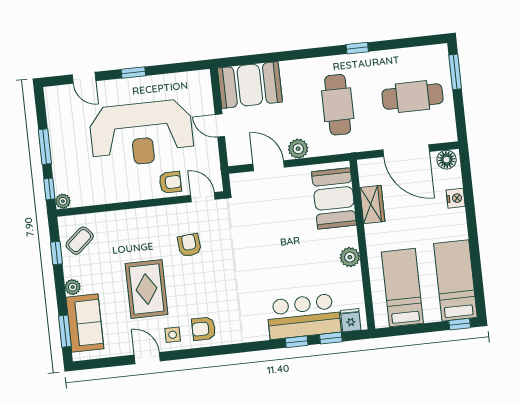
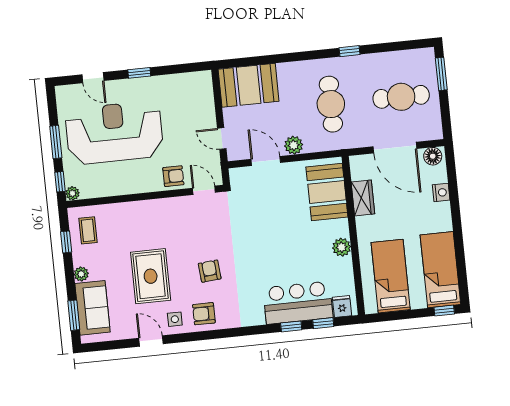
door: (220, 126) -> (222, 139), moved
reception desk: (142, 133) -> (114, 133), moved, turned 180
coffee table: (80, 241) -> (88, 230), turned -49
armchair: (189, 245) -> (210, 271), moved

